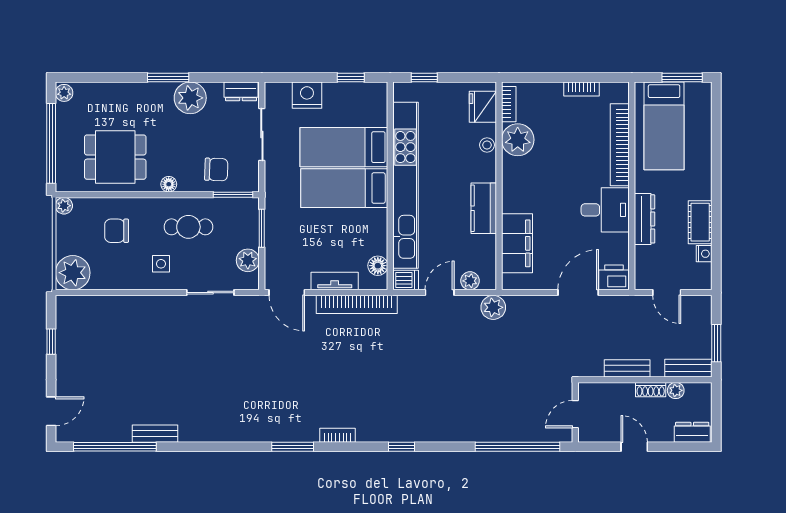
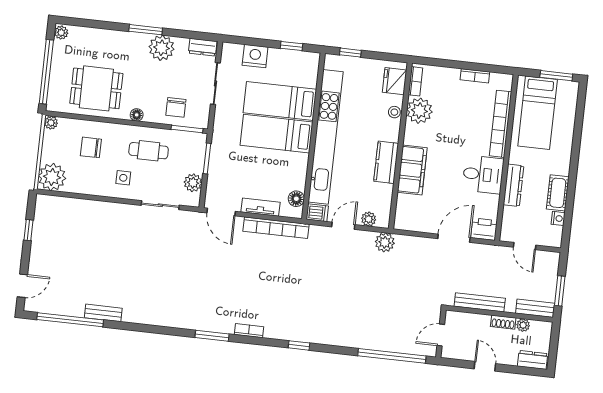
chair: (216, 170) -> (176, 107), turned 88
filing cabinet: (517, 243) -> (412, 170), moved
bench: (627, 368) -> (480, 302), width x1.36

